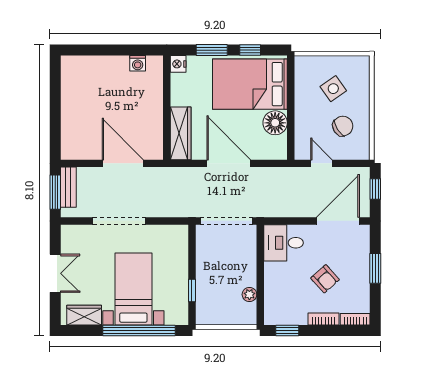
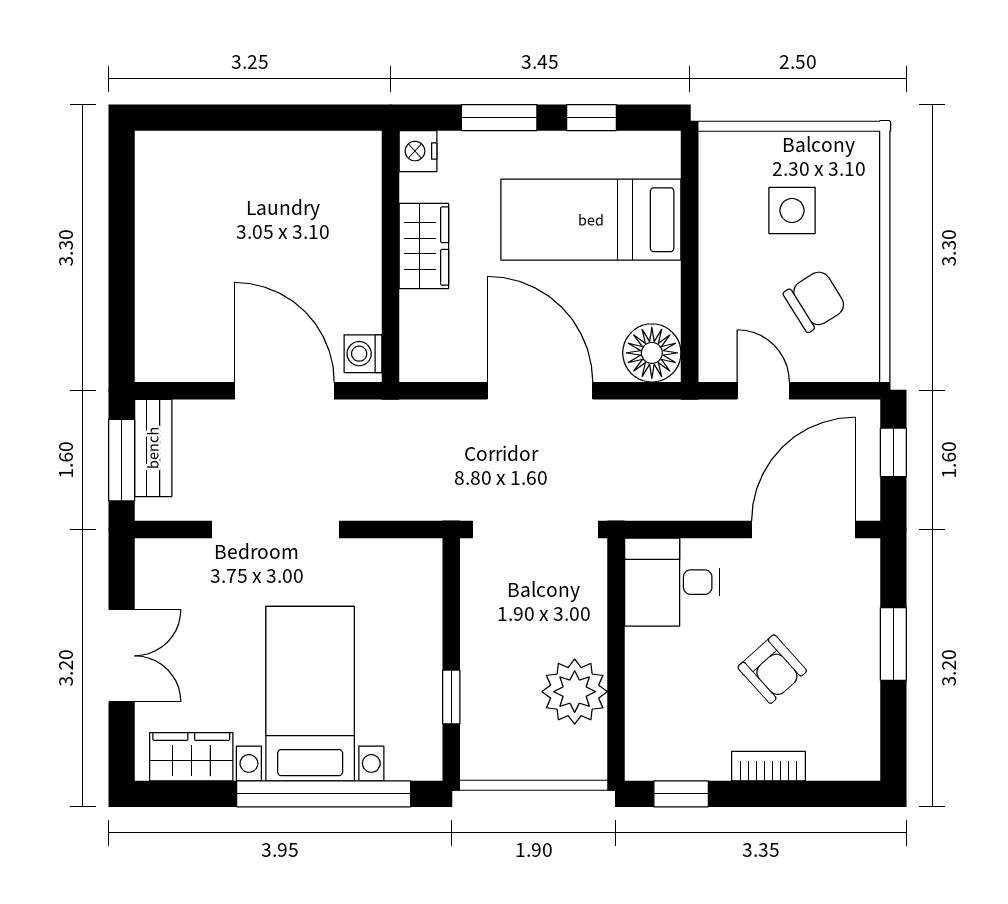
washing machine: (138, 63) -> (363, 354), moved, turned 90
bed: (250, 84) -> (591, 220), width x0.67
side table: (333, 89) -> (792, 210), turned 35
floor lamp: (275, 123) -> (652, 353), moved
wardrobe: (181, 133) -> (424, 246), moved, width x0.67
plant: (249, 294) -> (575, 692), width x1.87, depth x1.87
bookcase: (355, 319) -> (845, 767), removed

